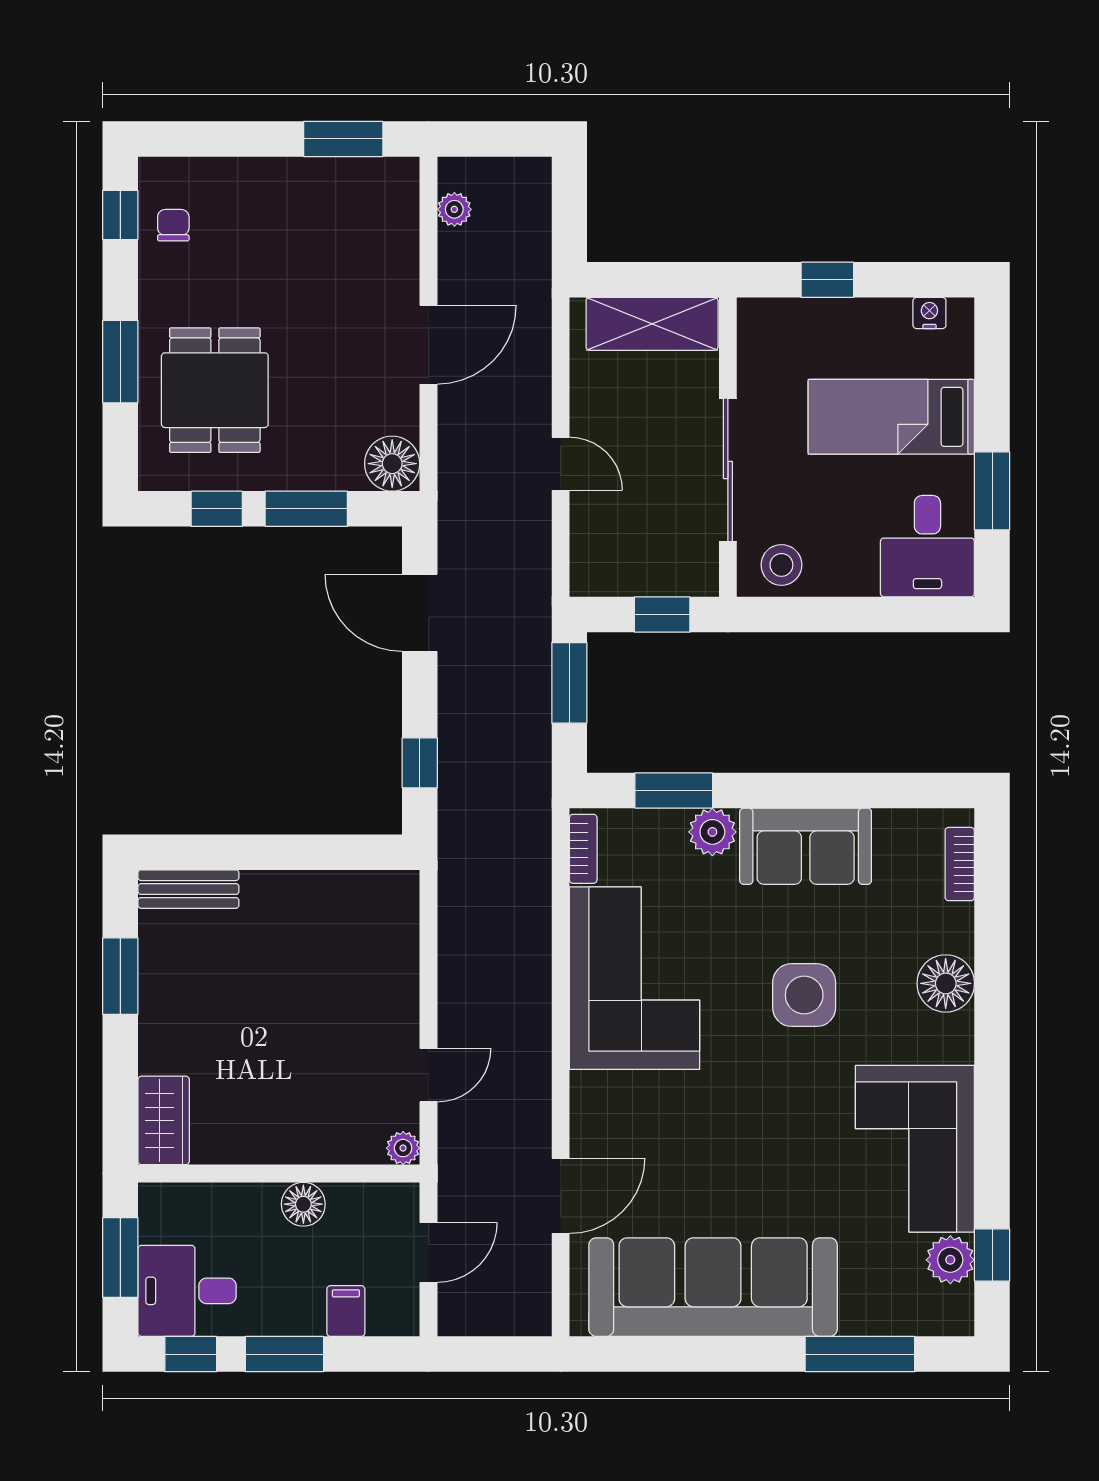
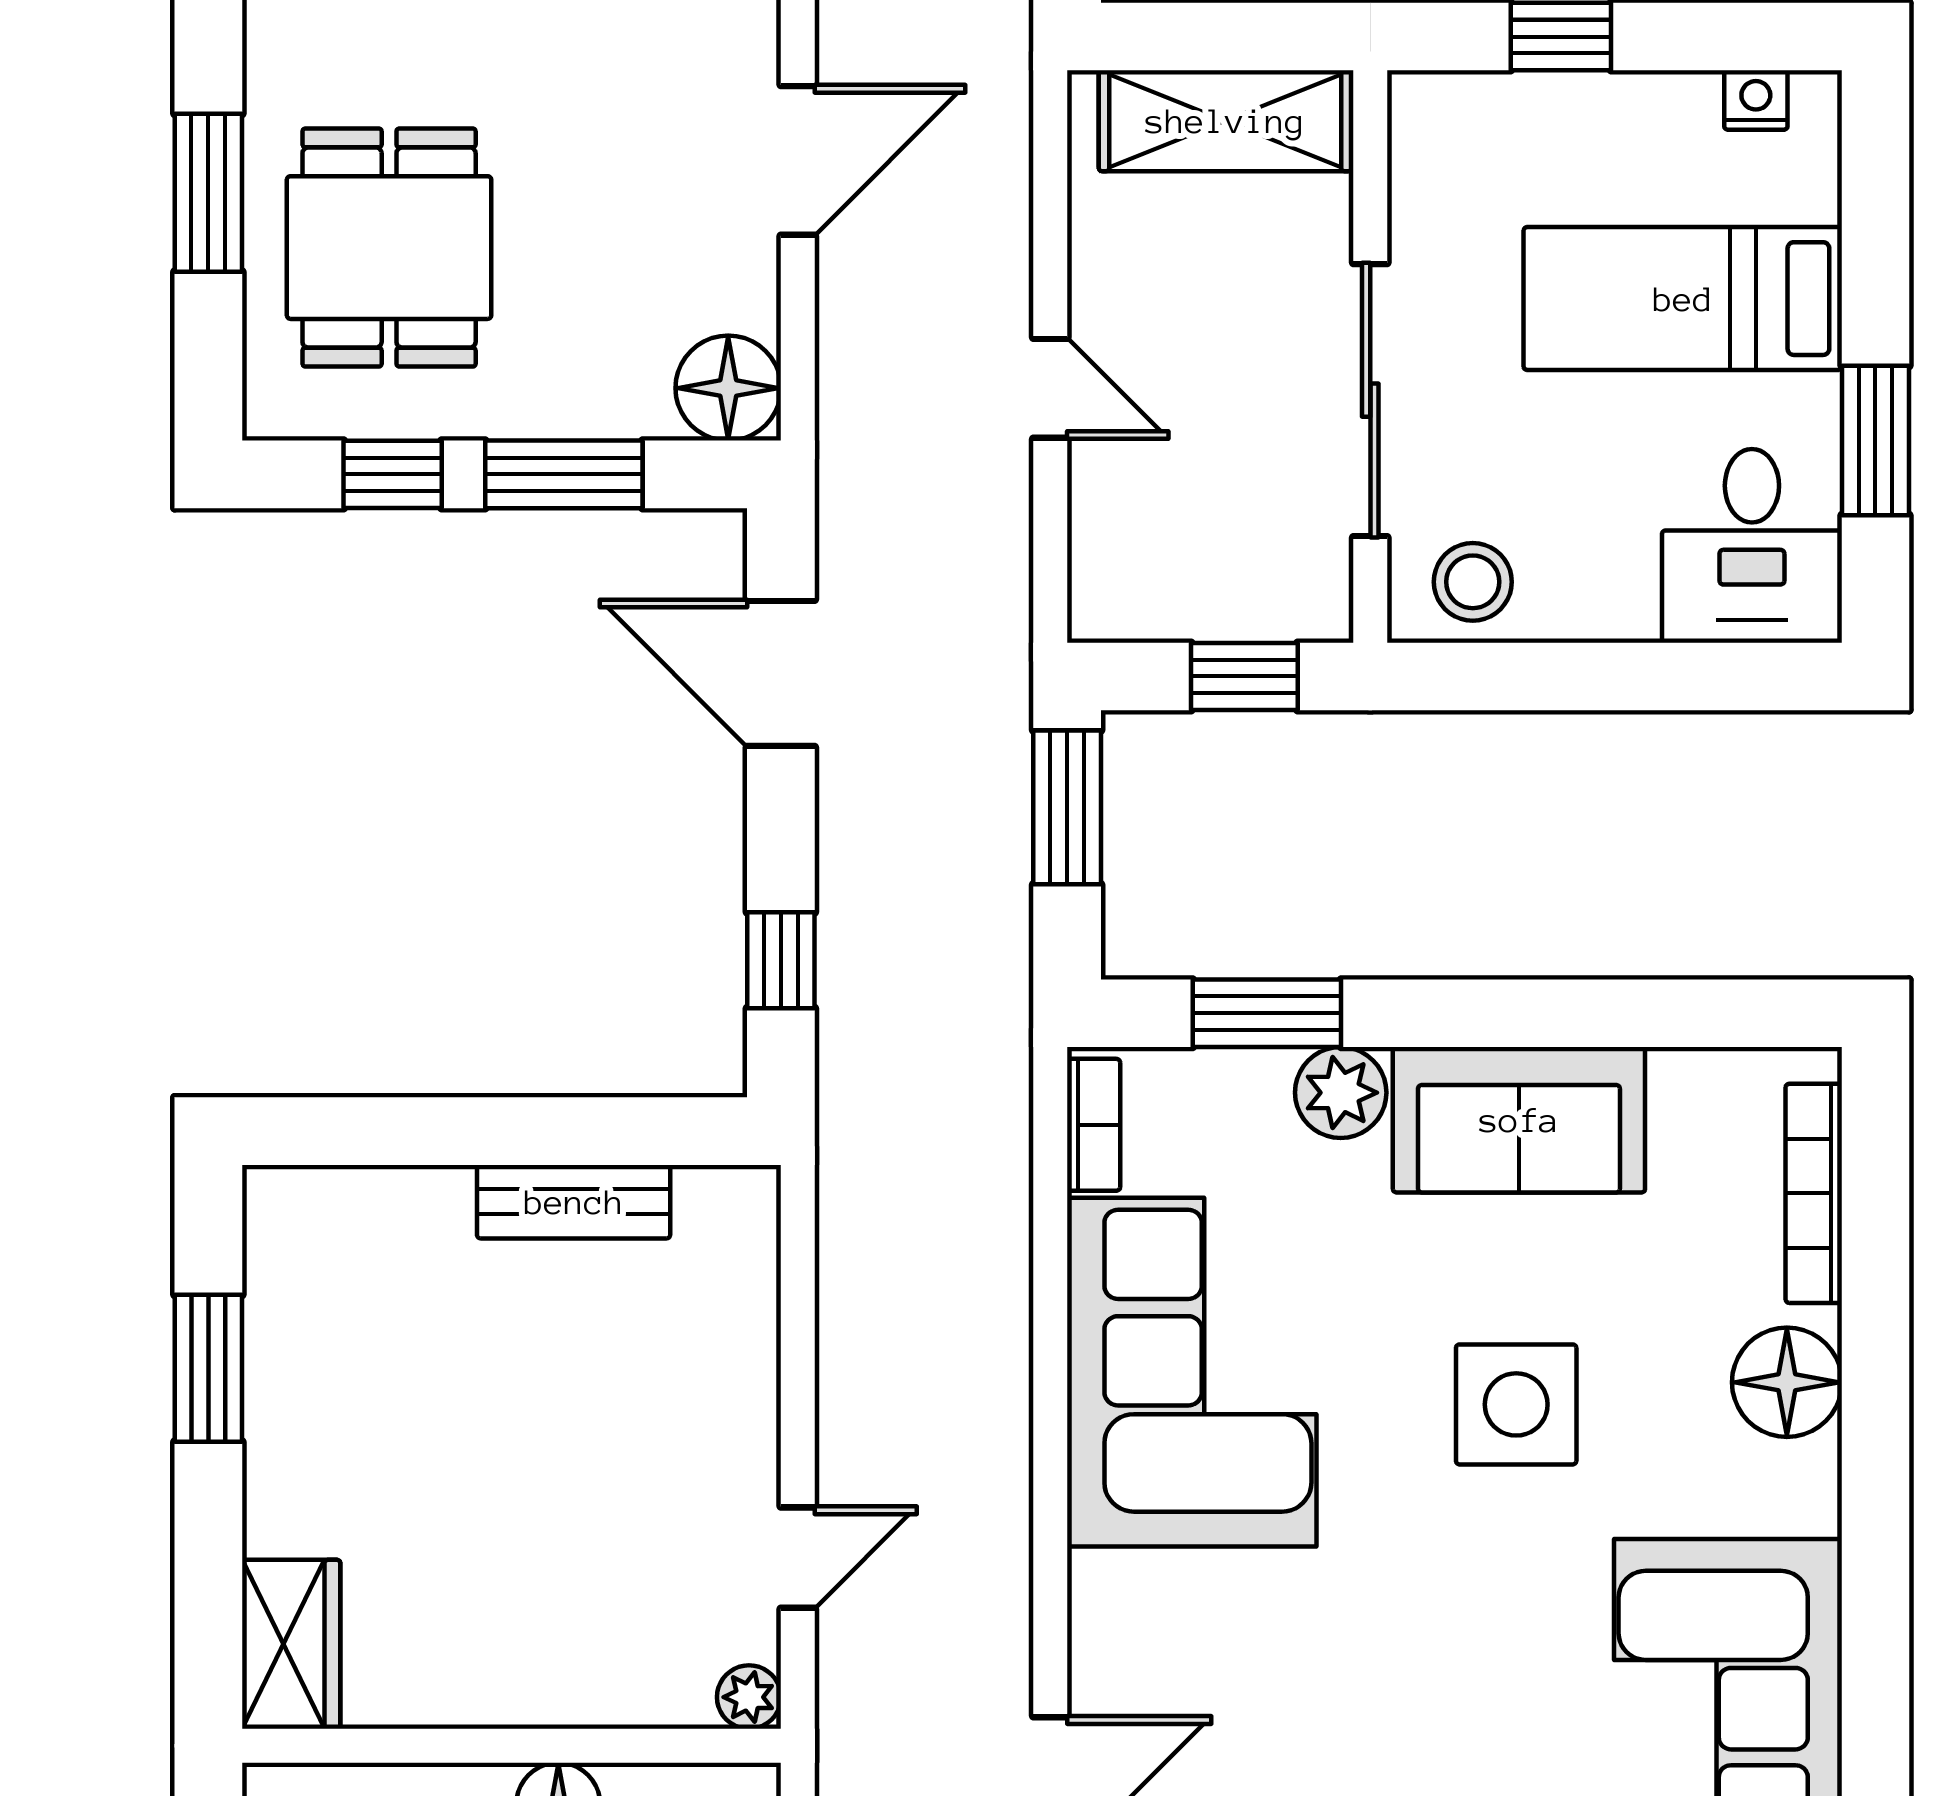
bookcase: (960, 864) -> (1814, 1193), width x1.56
bench: (188, 889) -> (574, 1202), moved

